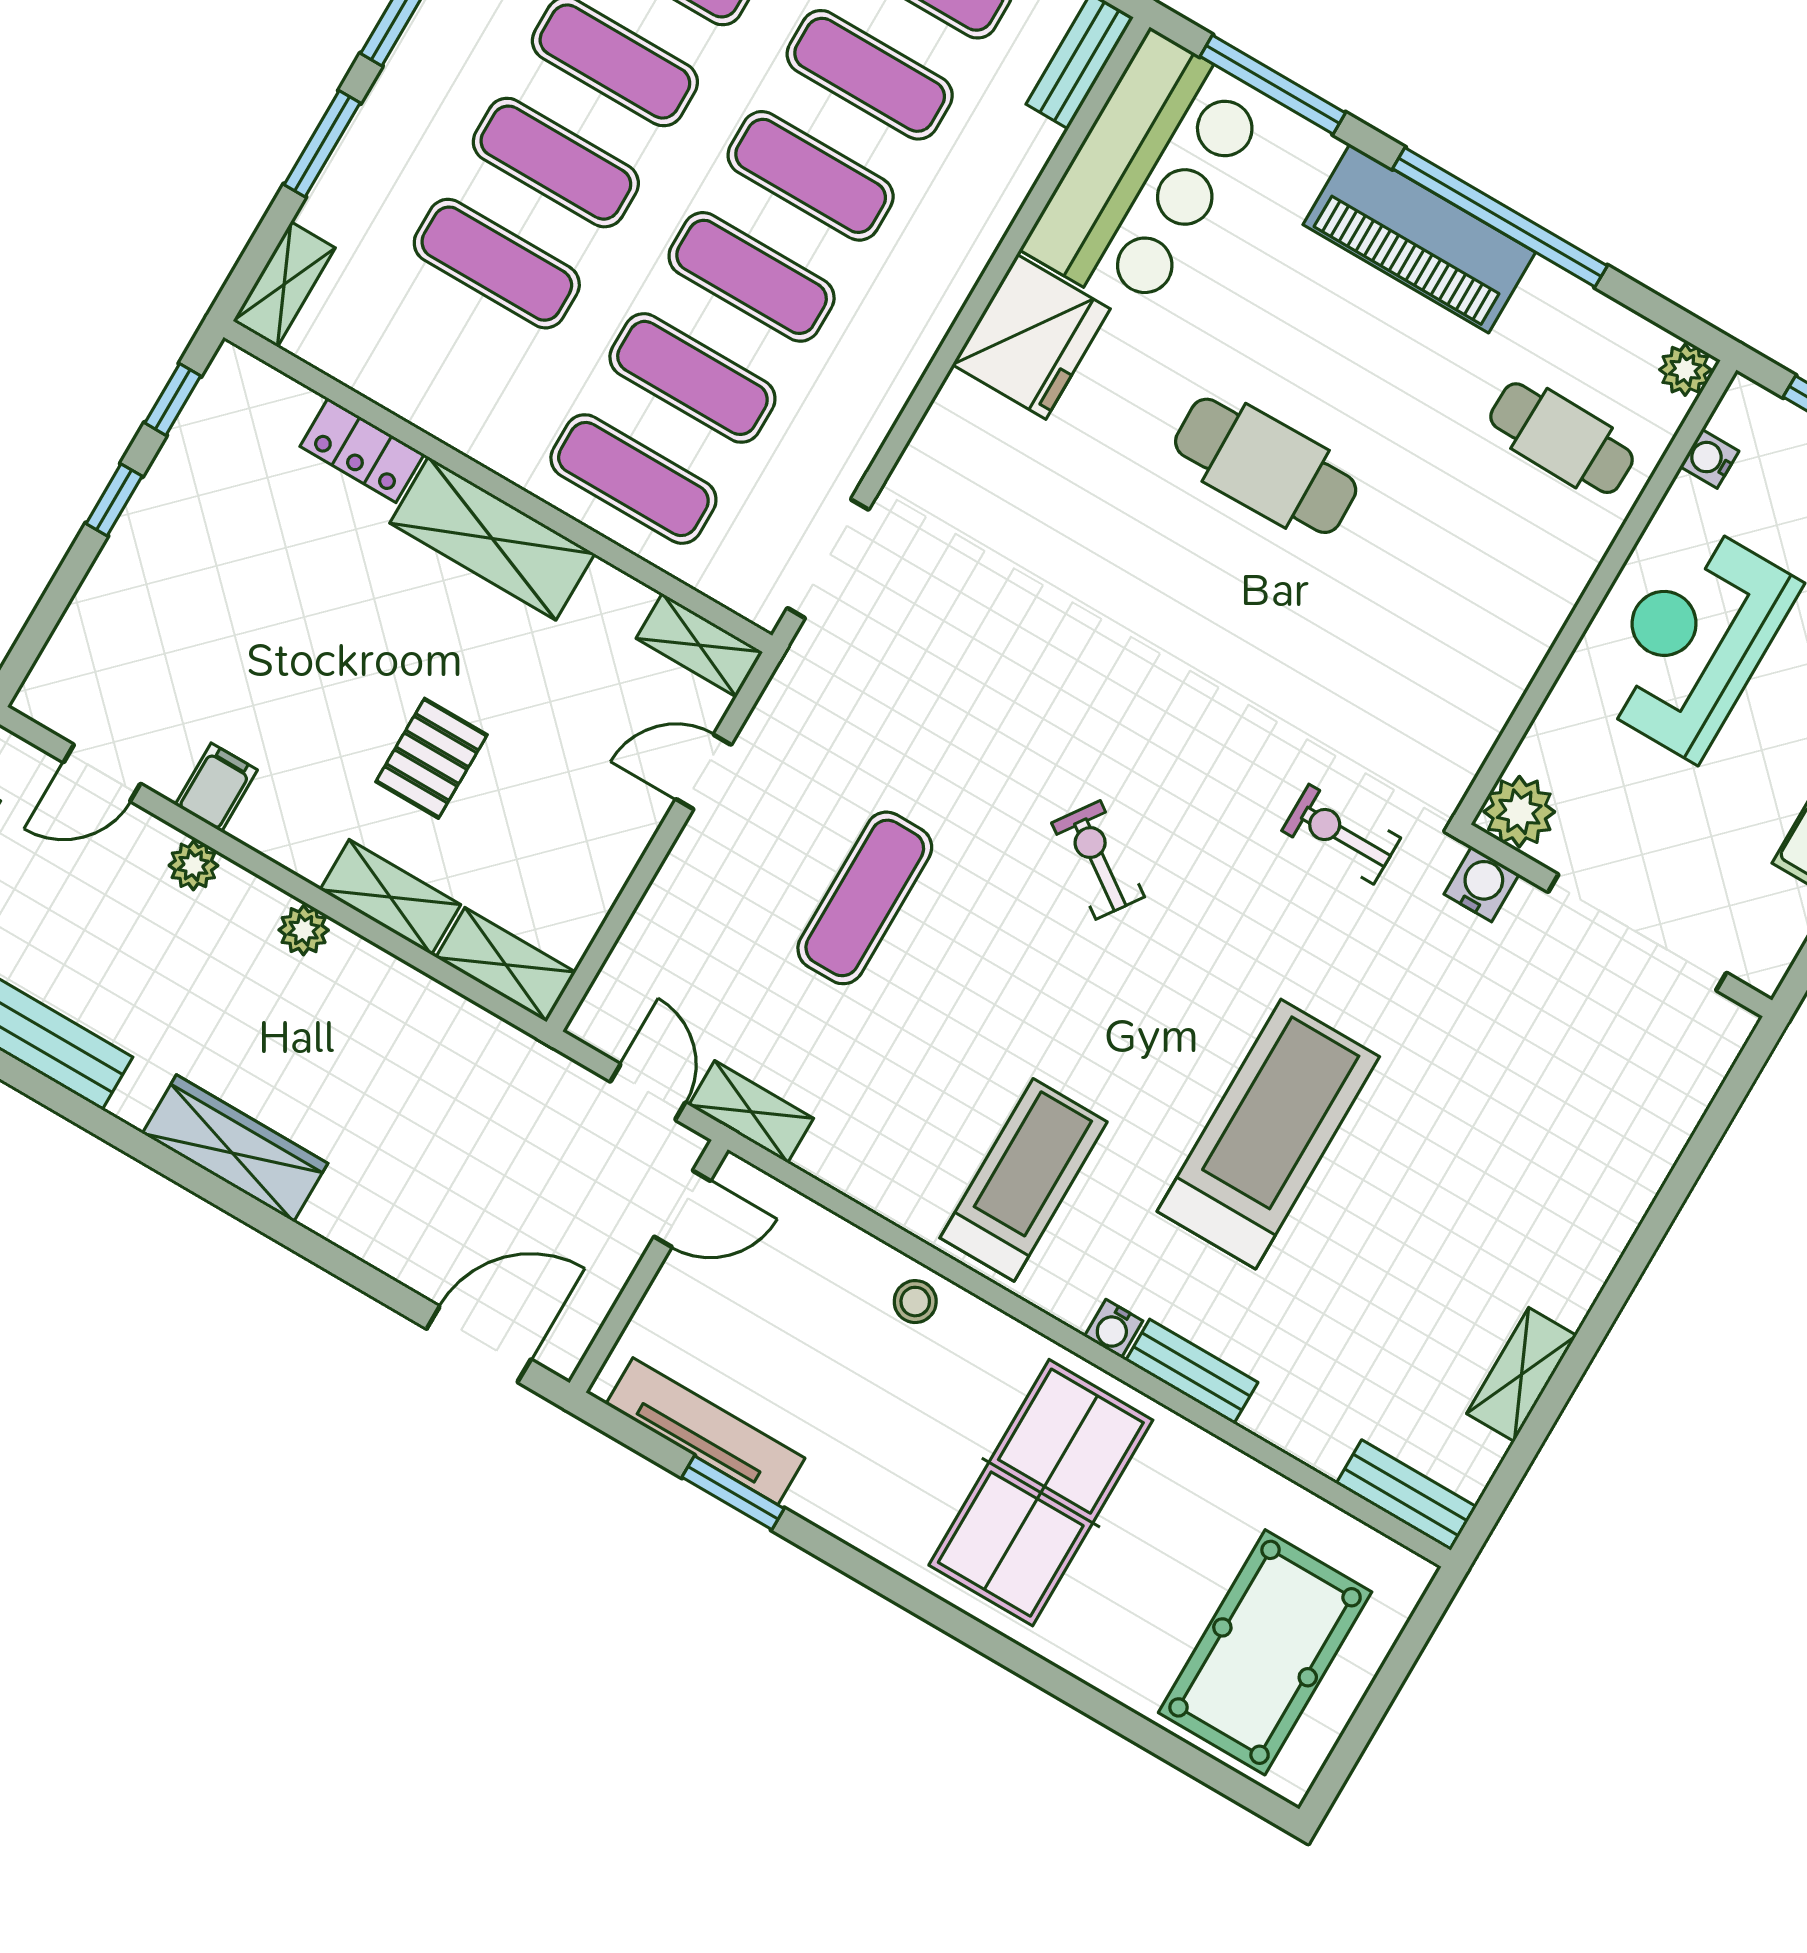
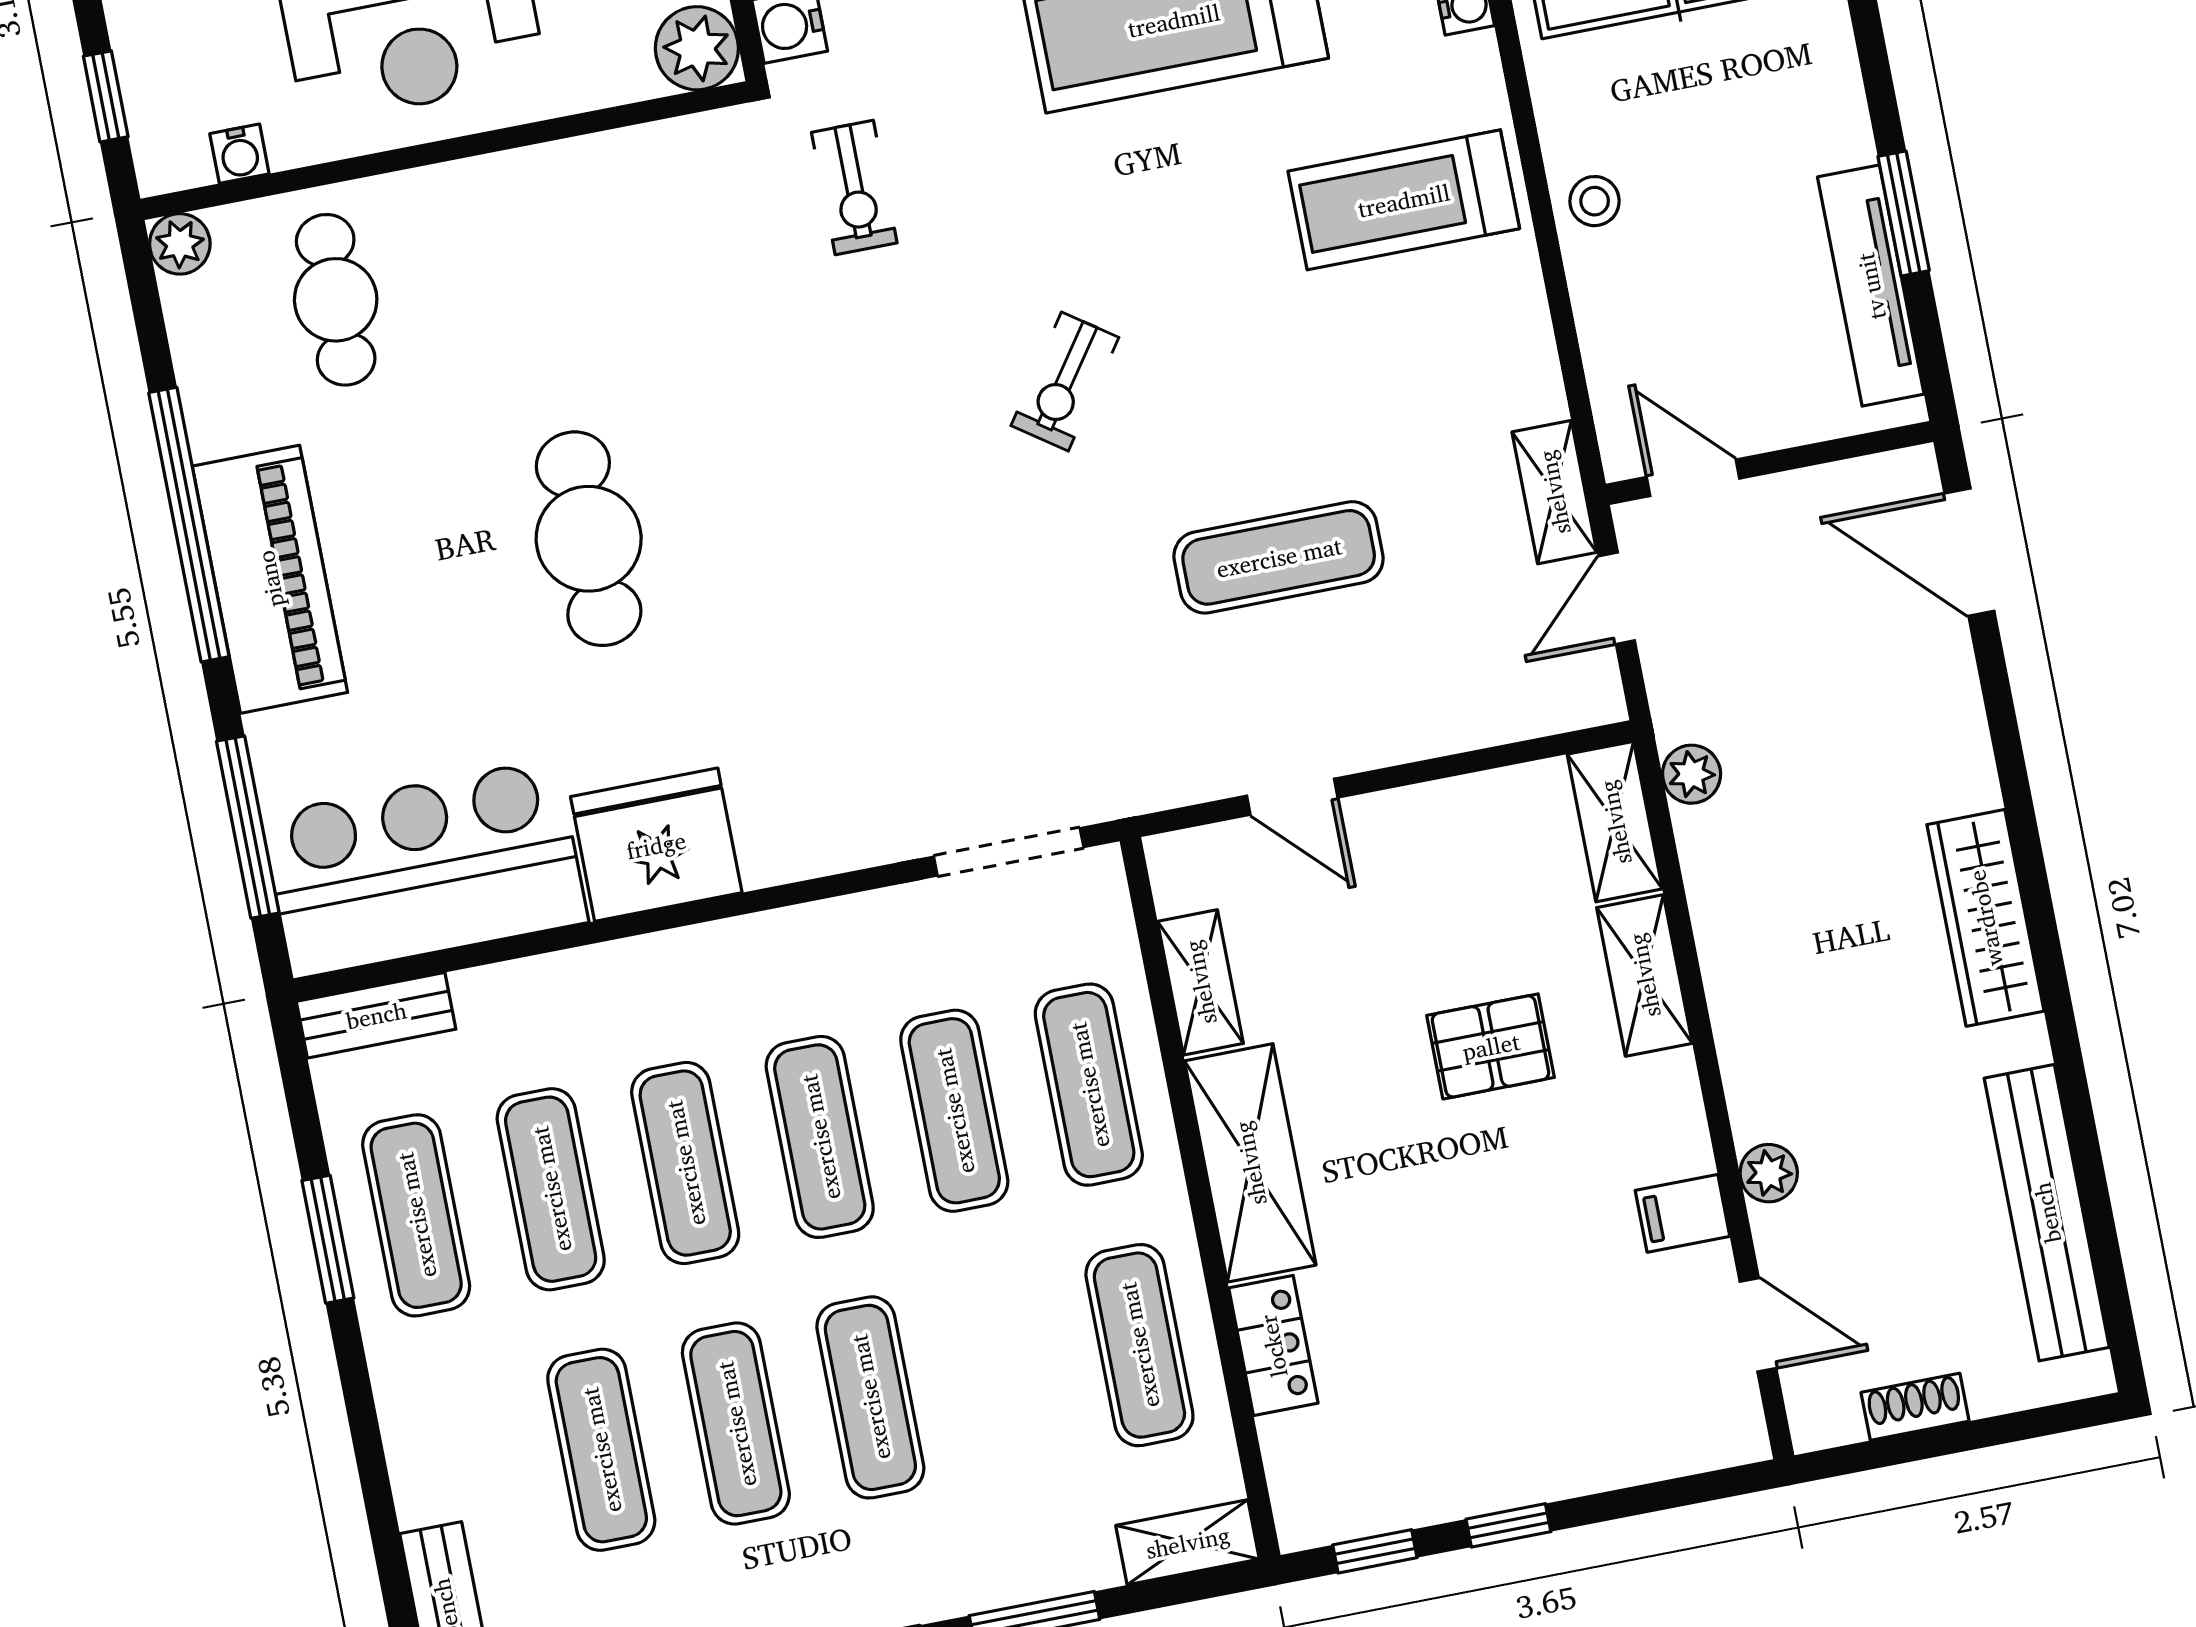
exercise mat: (497, 264) -> (1139, 1345), moved
shelving: (699, 645) -> (1200, 982), moved
plant: (304, 930) -> (1692, 774), moved

